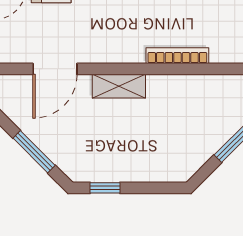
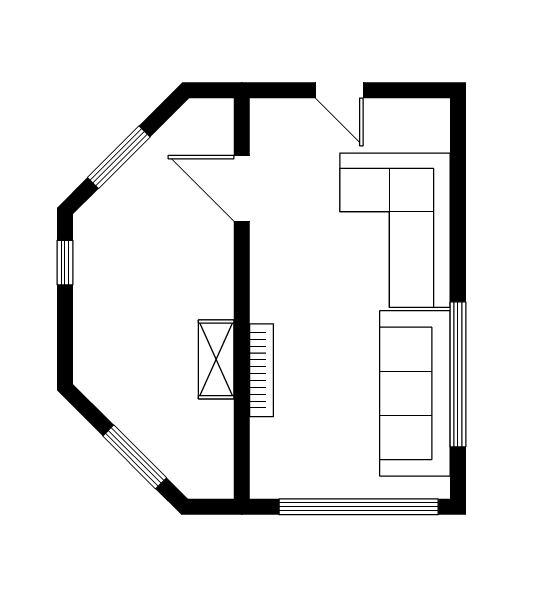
shelving: (119, 86) -> (216, 359), moved

